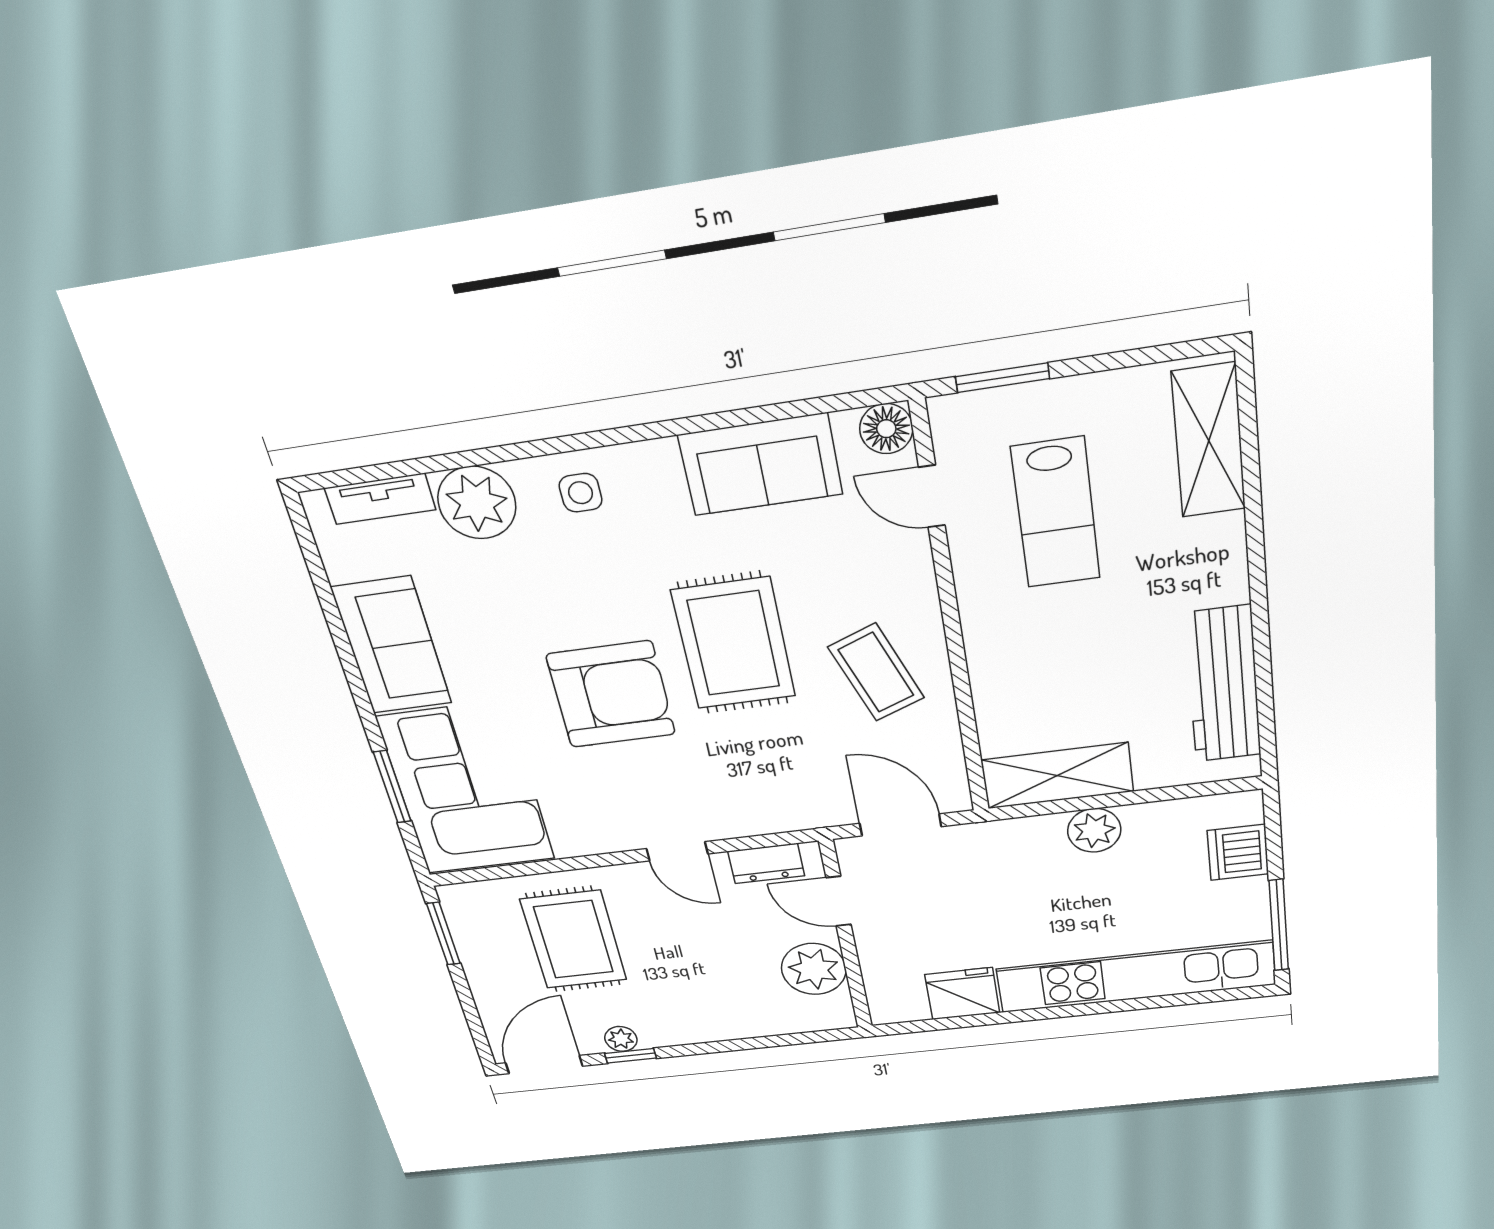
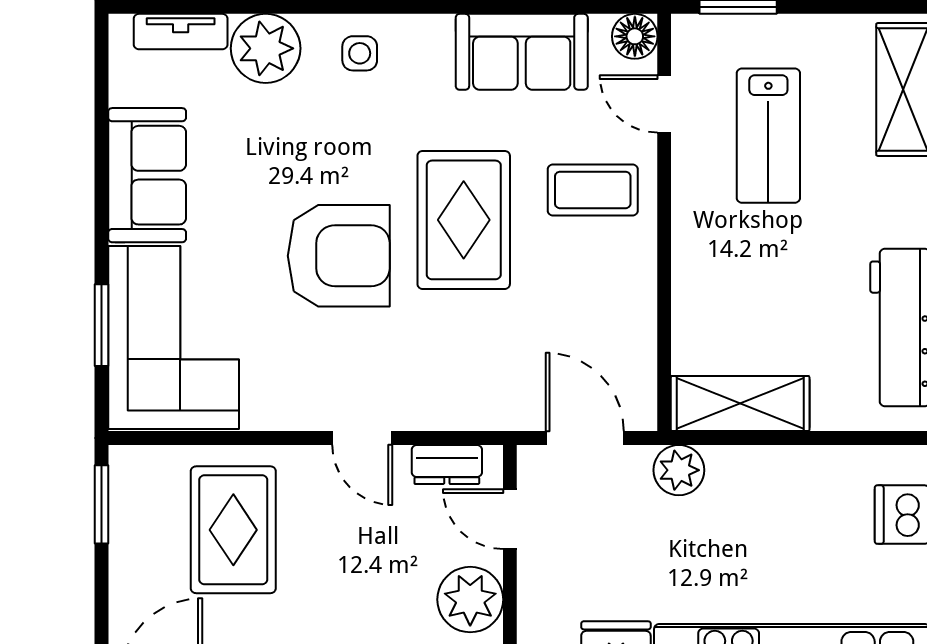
coffee table: (876, 672) -> (593, 190), moved, turned -69
plant: (1094, 830) -> (679, 470), moved

